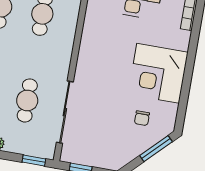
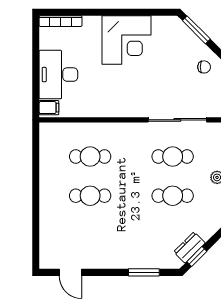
chair: (142, 118) -> (204, 67), moved

